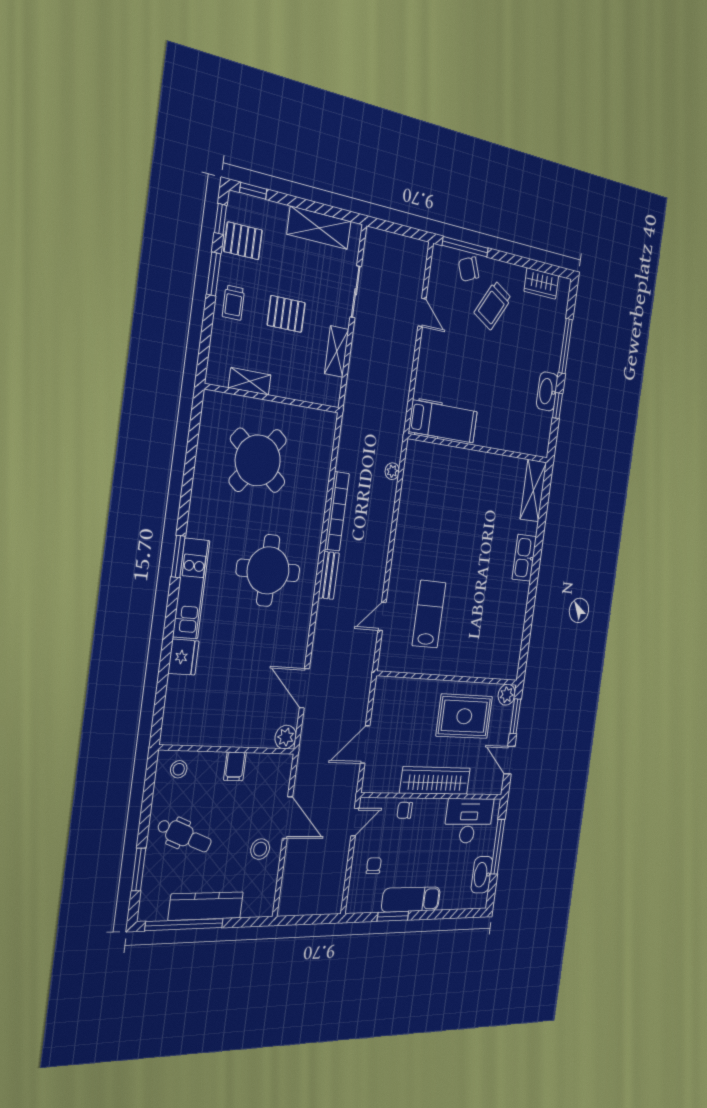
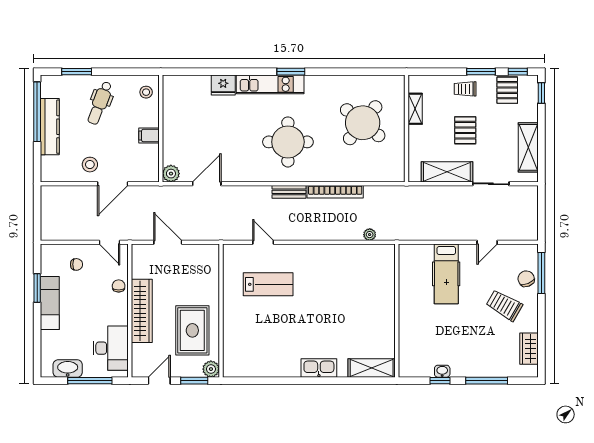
shelving: (337, 351) -> (447, 172), width x1.50, depth x1.33
washbasin: (547, 391) -> (442, 371), width x0.52, depth x0.69
hospital bed: (443, 421) -> (446, 274), moved

